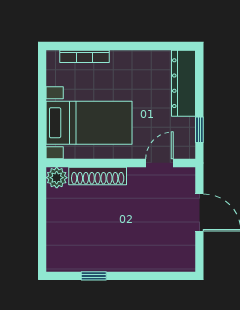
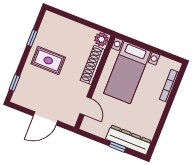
window: (199, 130) -> (117, 147), moved
rug: (116, 241) -> (48, 60), added
window: (167, 276) -> (14, 83), added

